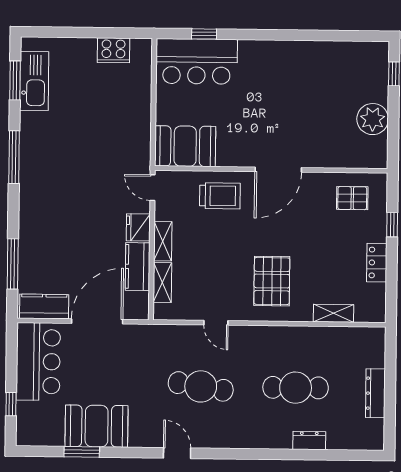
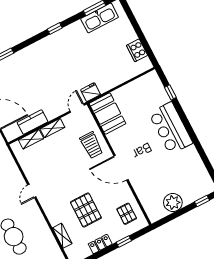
bar counter: (197, 61) -> (171, 128), moved
window: (14, 157) -> (55, 29), width x0.46
fridge: (138, 227) -> (91, 92), moved
pallet: (272, 281) -> (86, 210), moved, turned 90
door: (216, 323) -> (32, 191), moved

